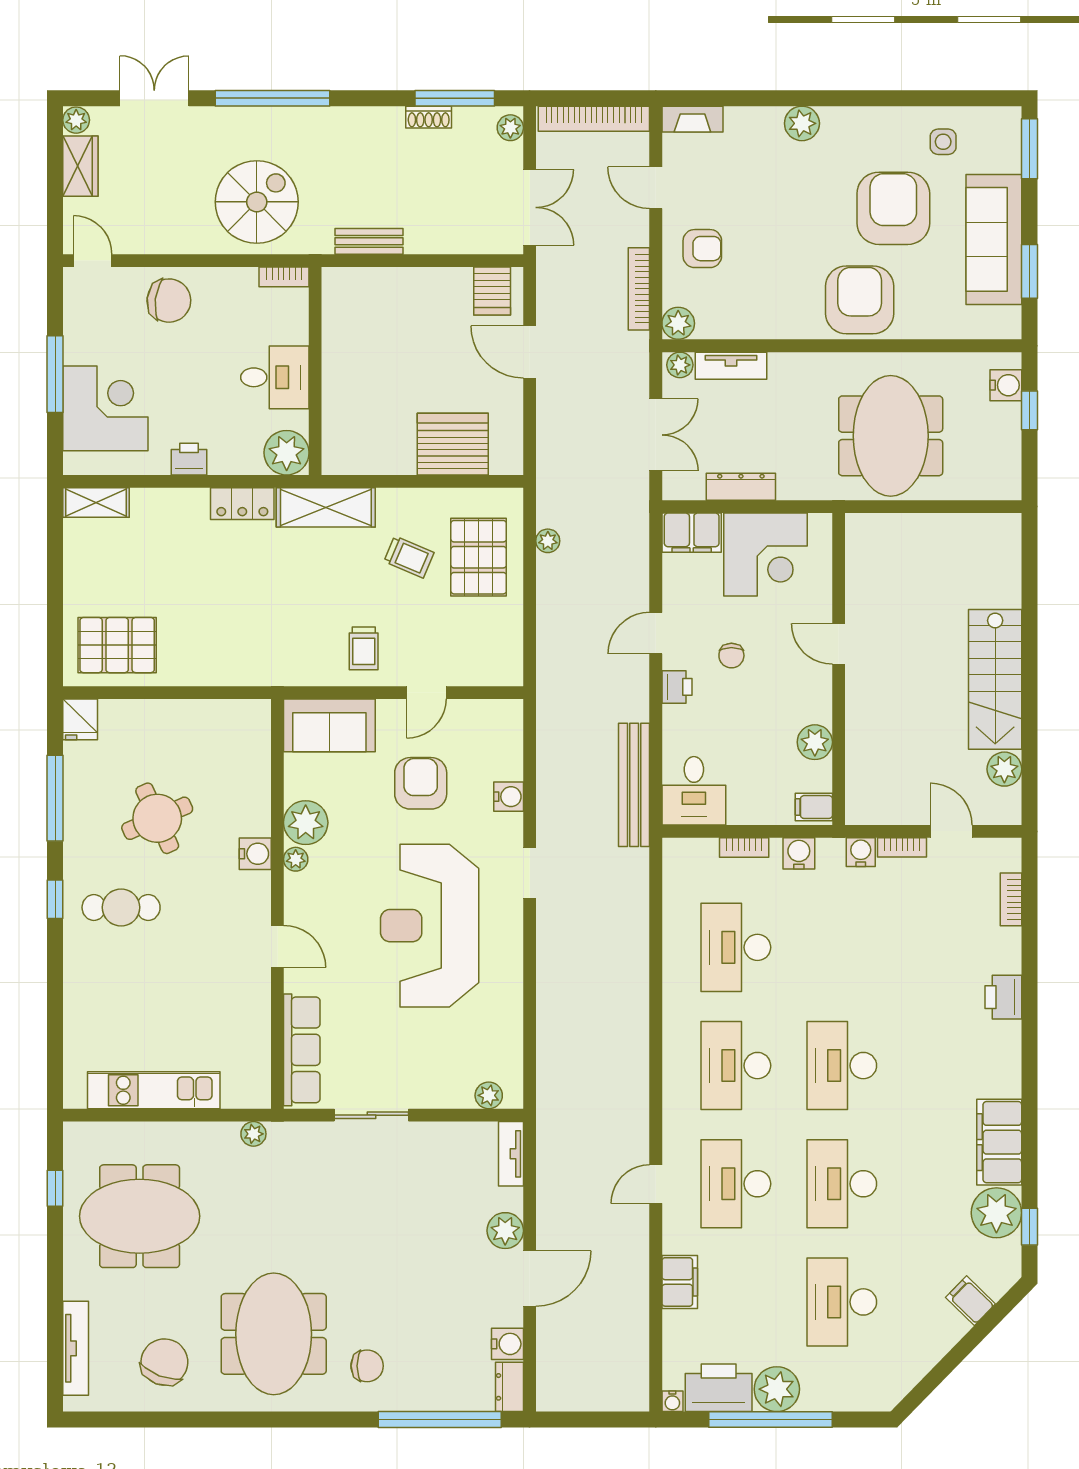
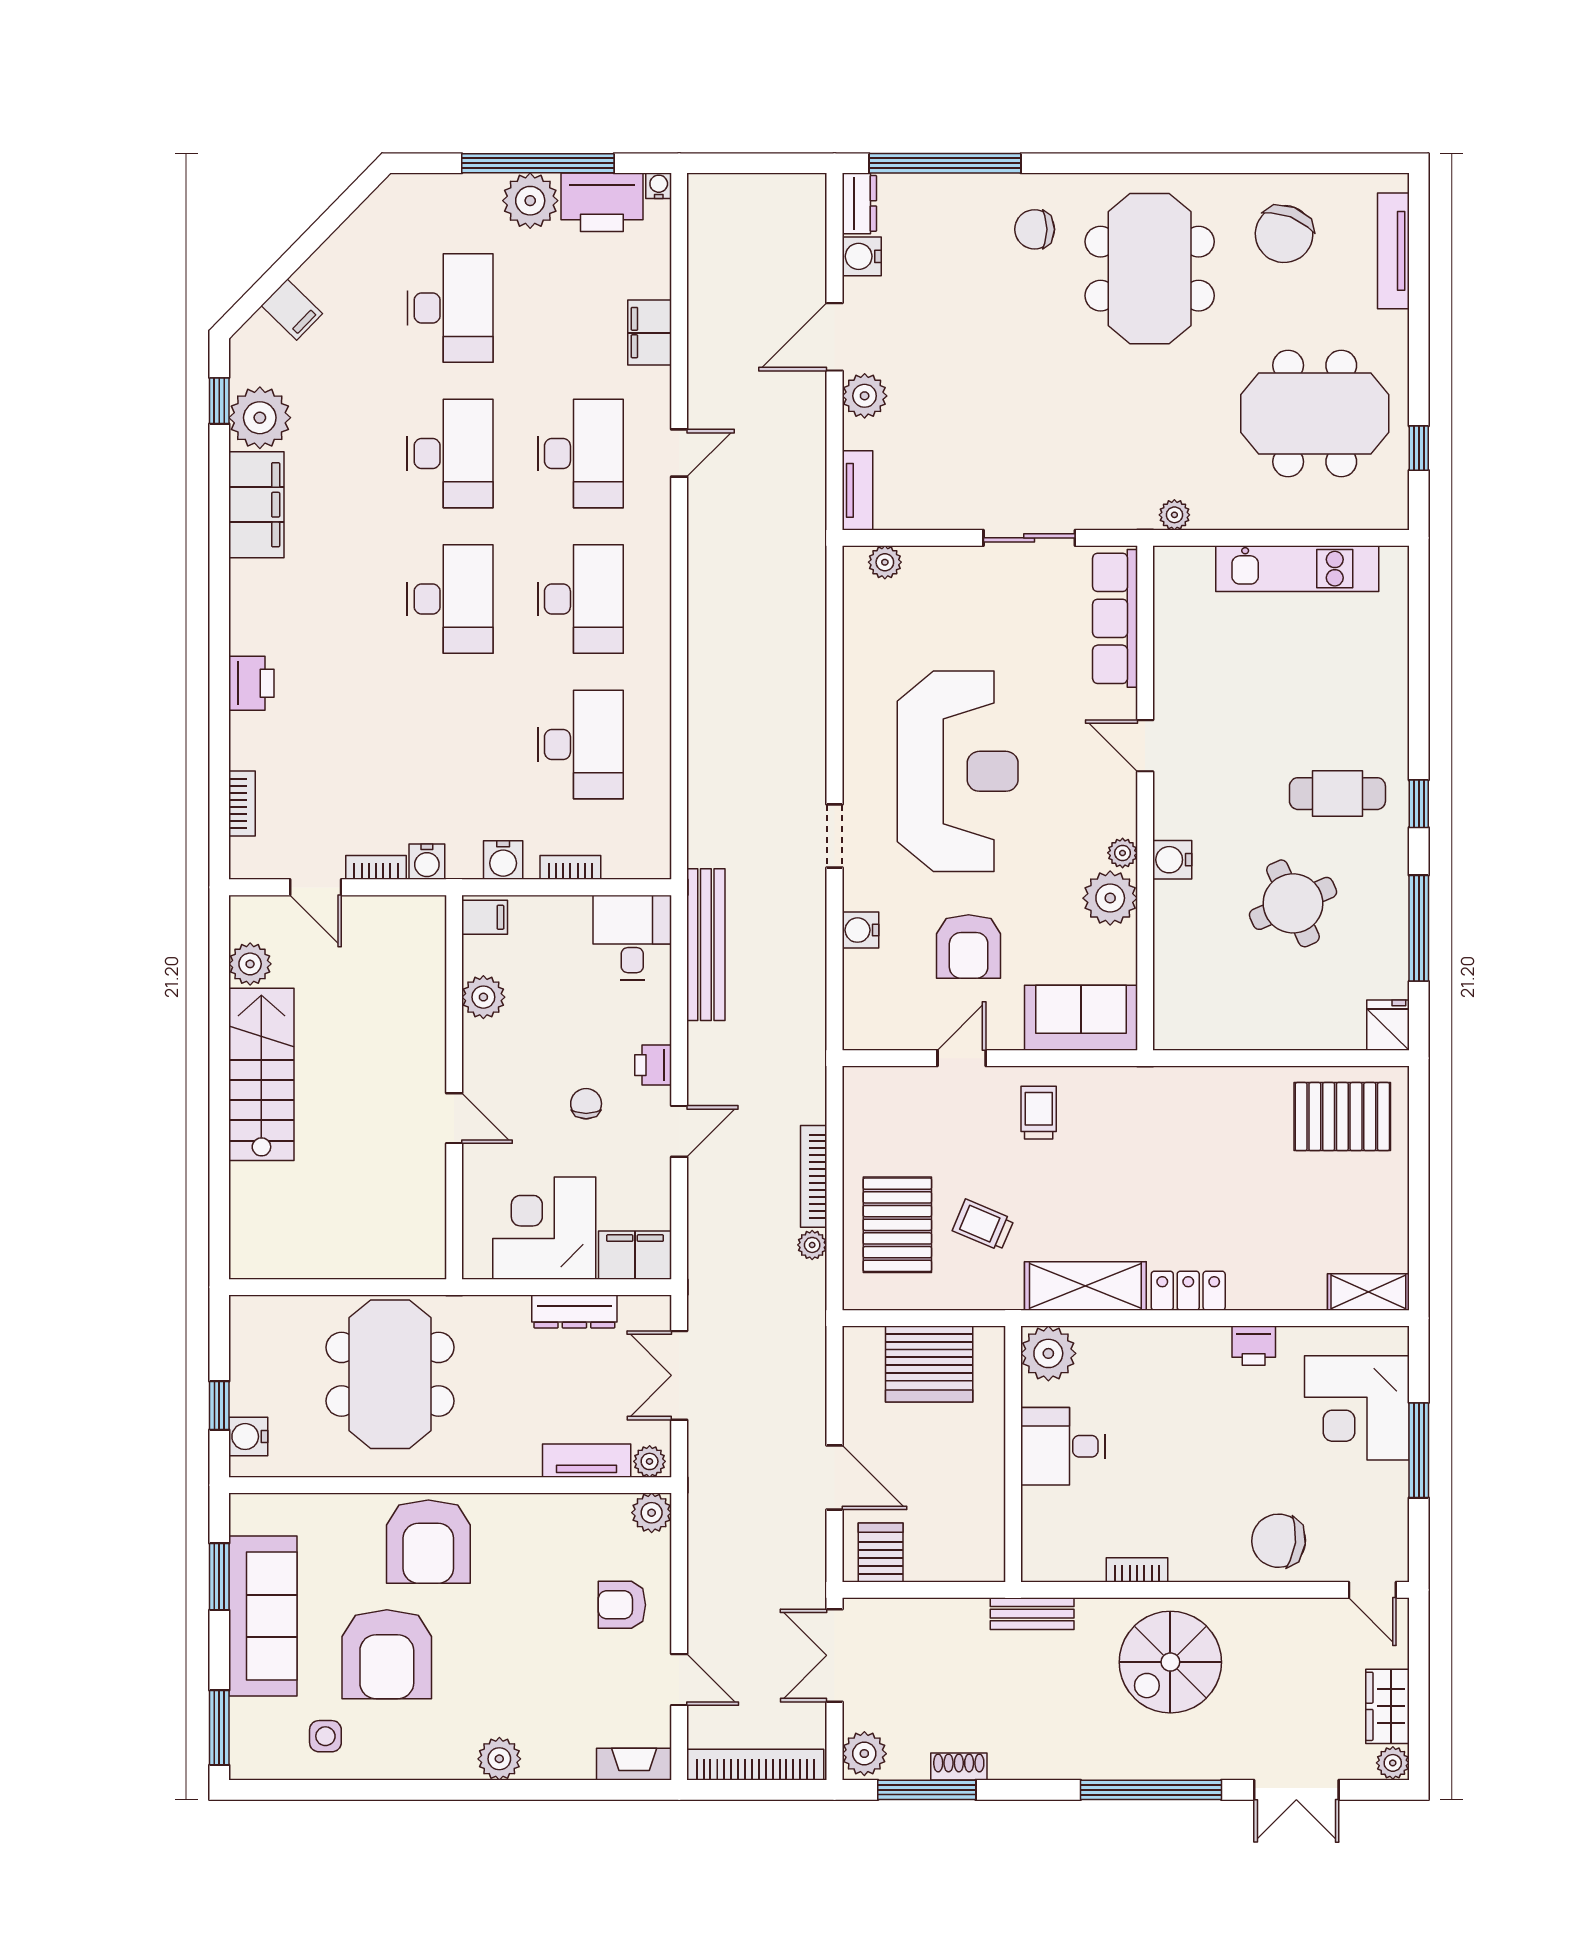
plant: (510, 128) -> (864, 1754), width x1.38, depth x1.38
bookcase: (639, 289) -> (814, 1176), moved, turned 180
wall: (315, 371) -> (1013, 1454), moved
desk: (275, 377) -> (1063, 1446), moved
plant: (287, 453) -> (1048, 1353), moved

